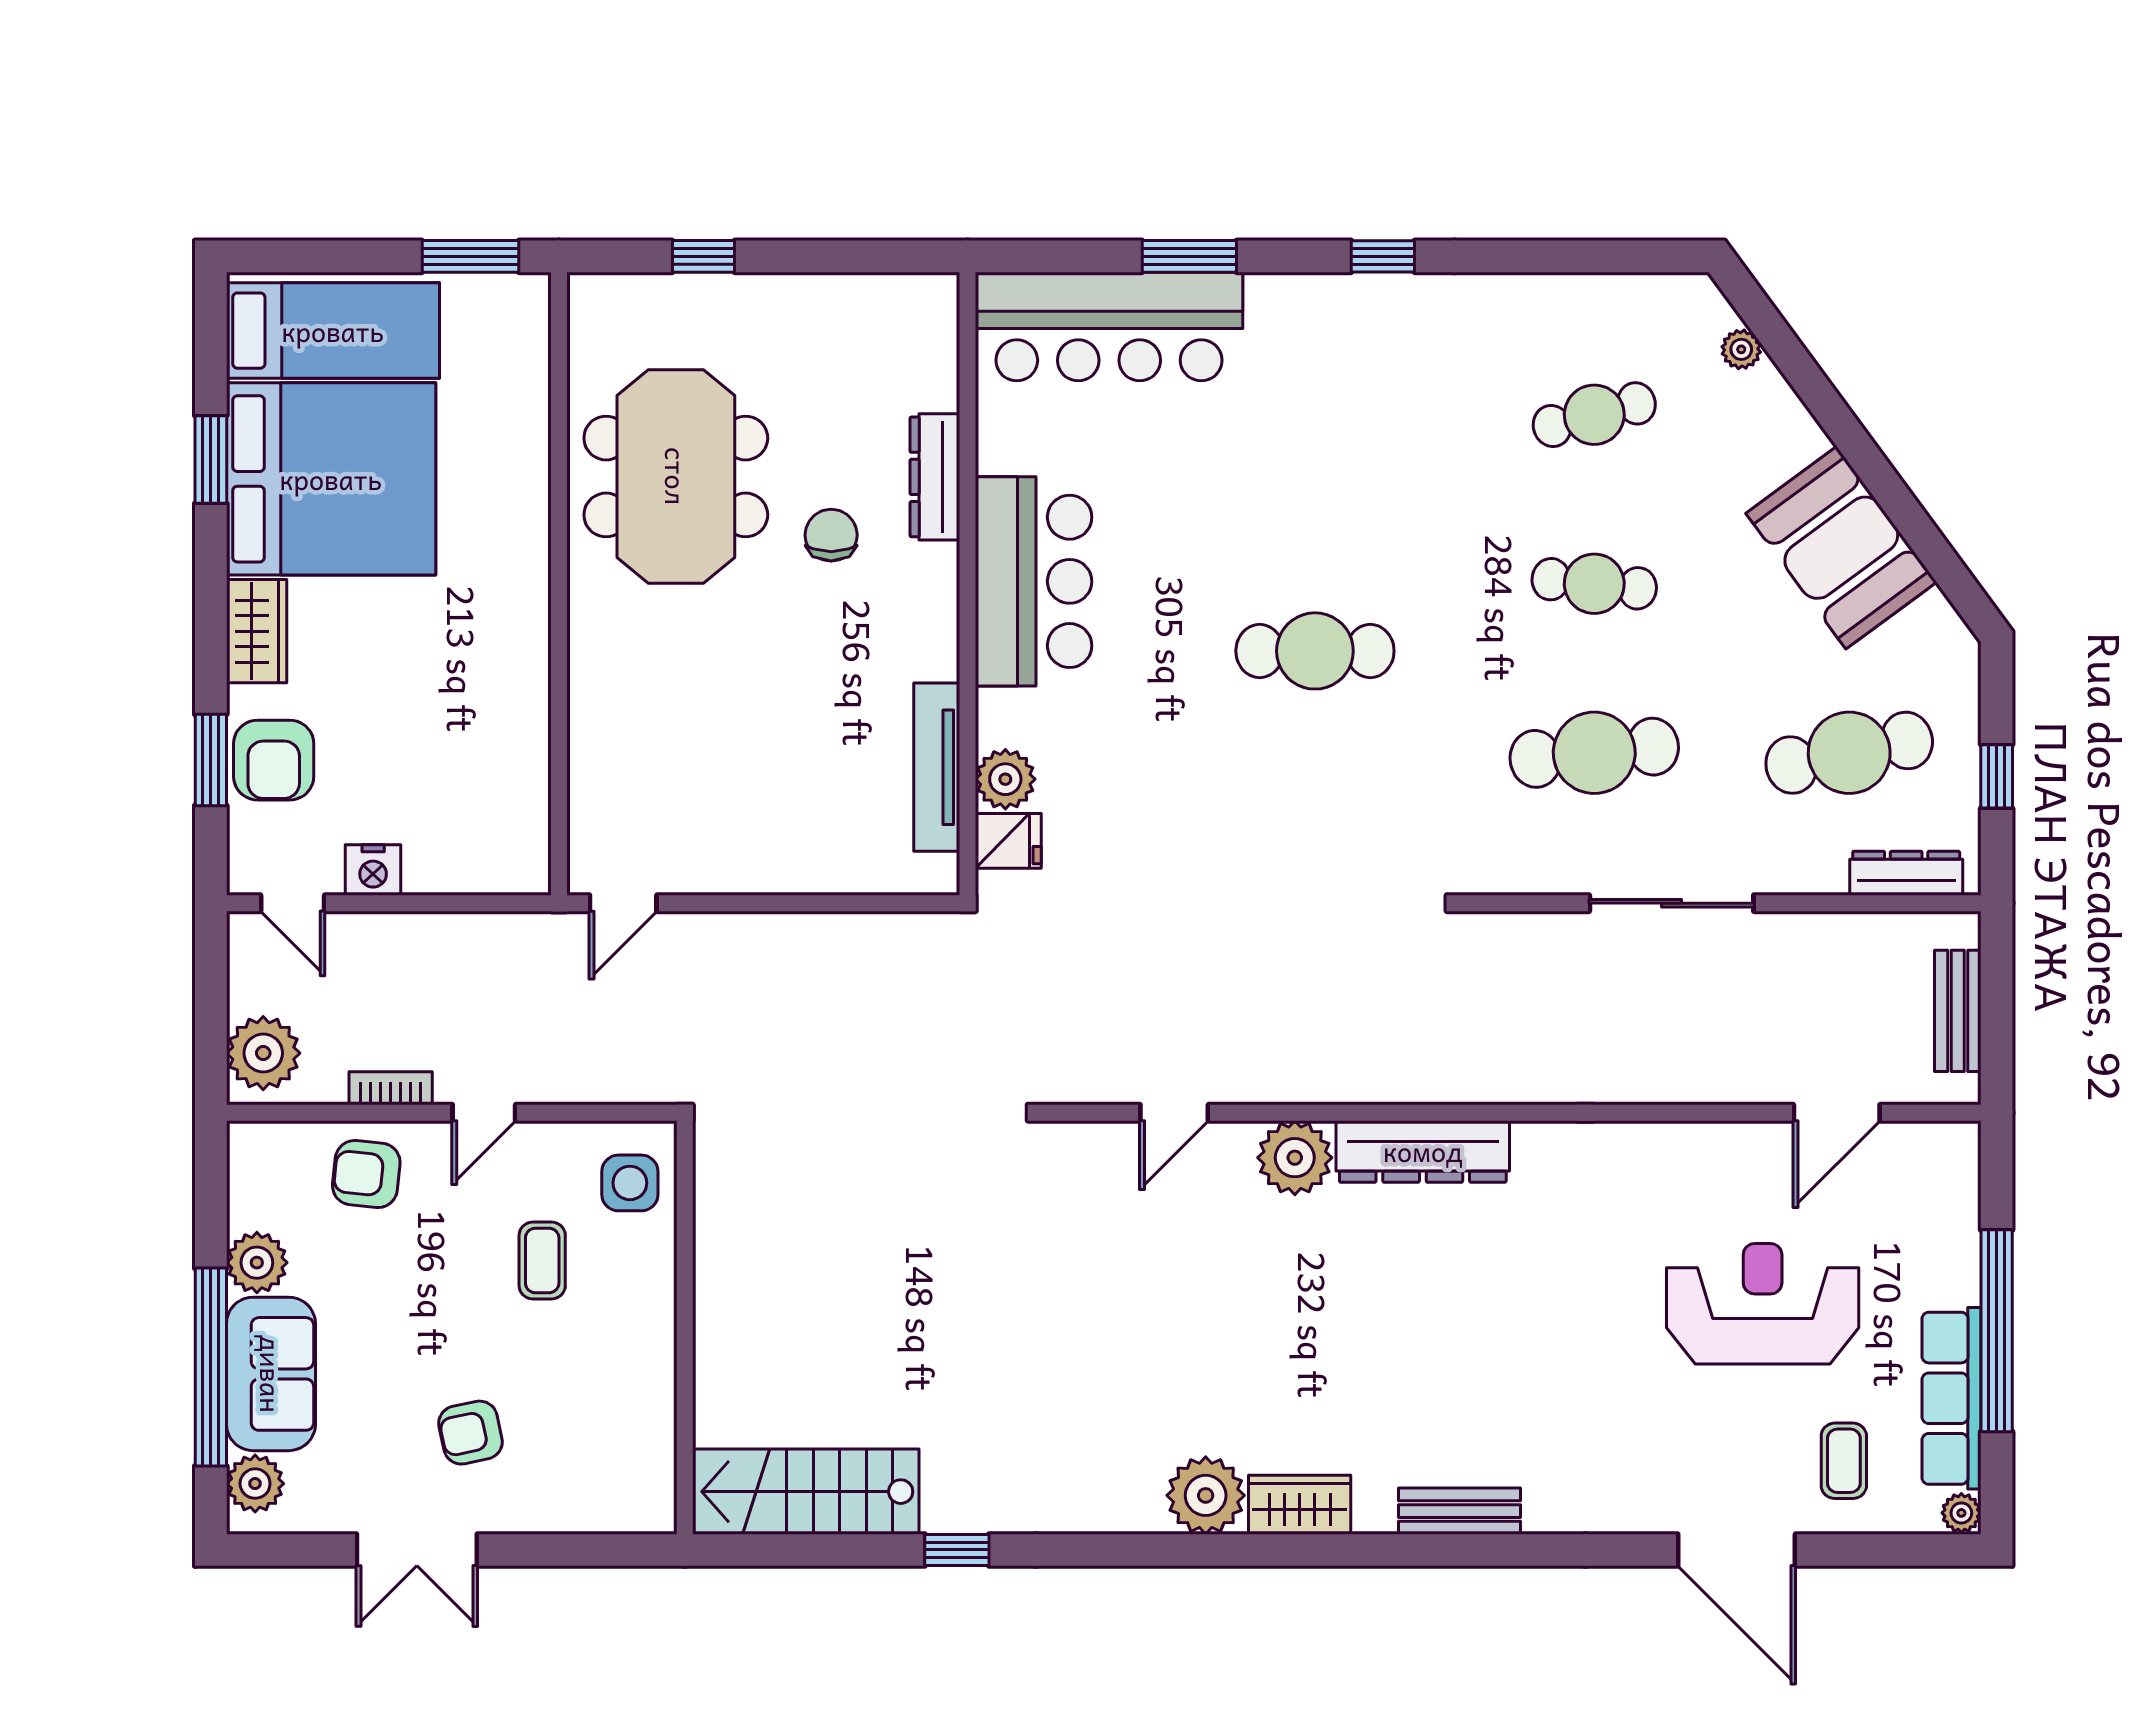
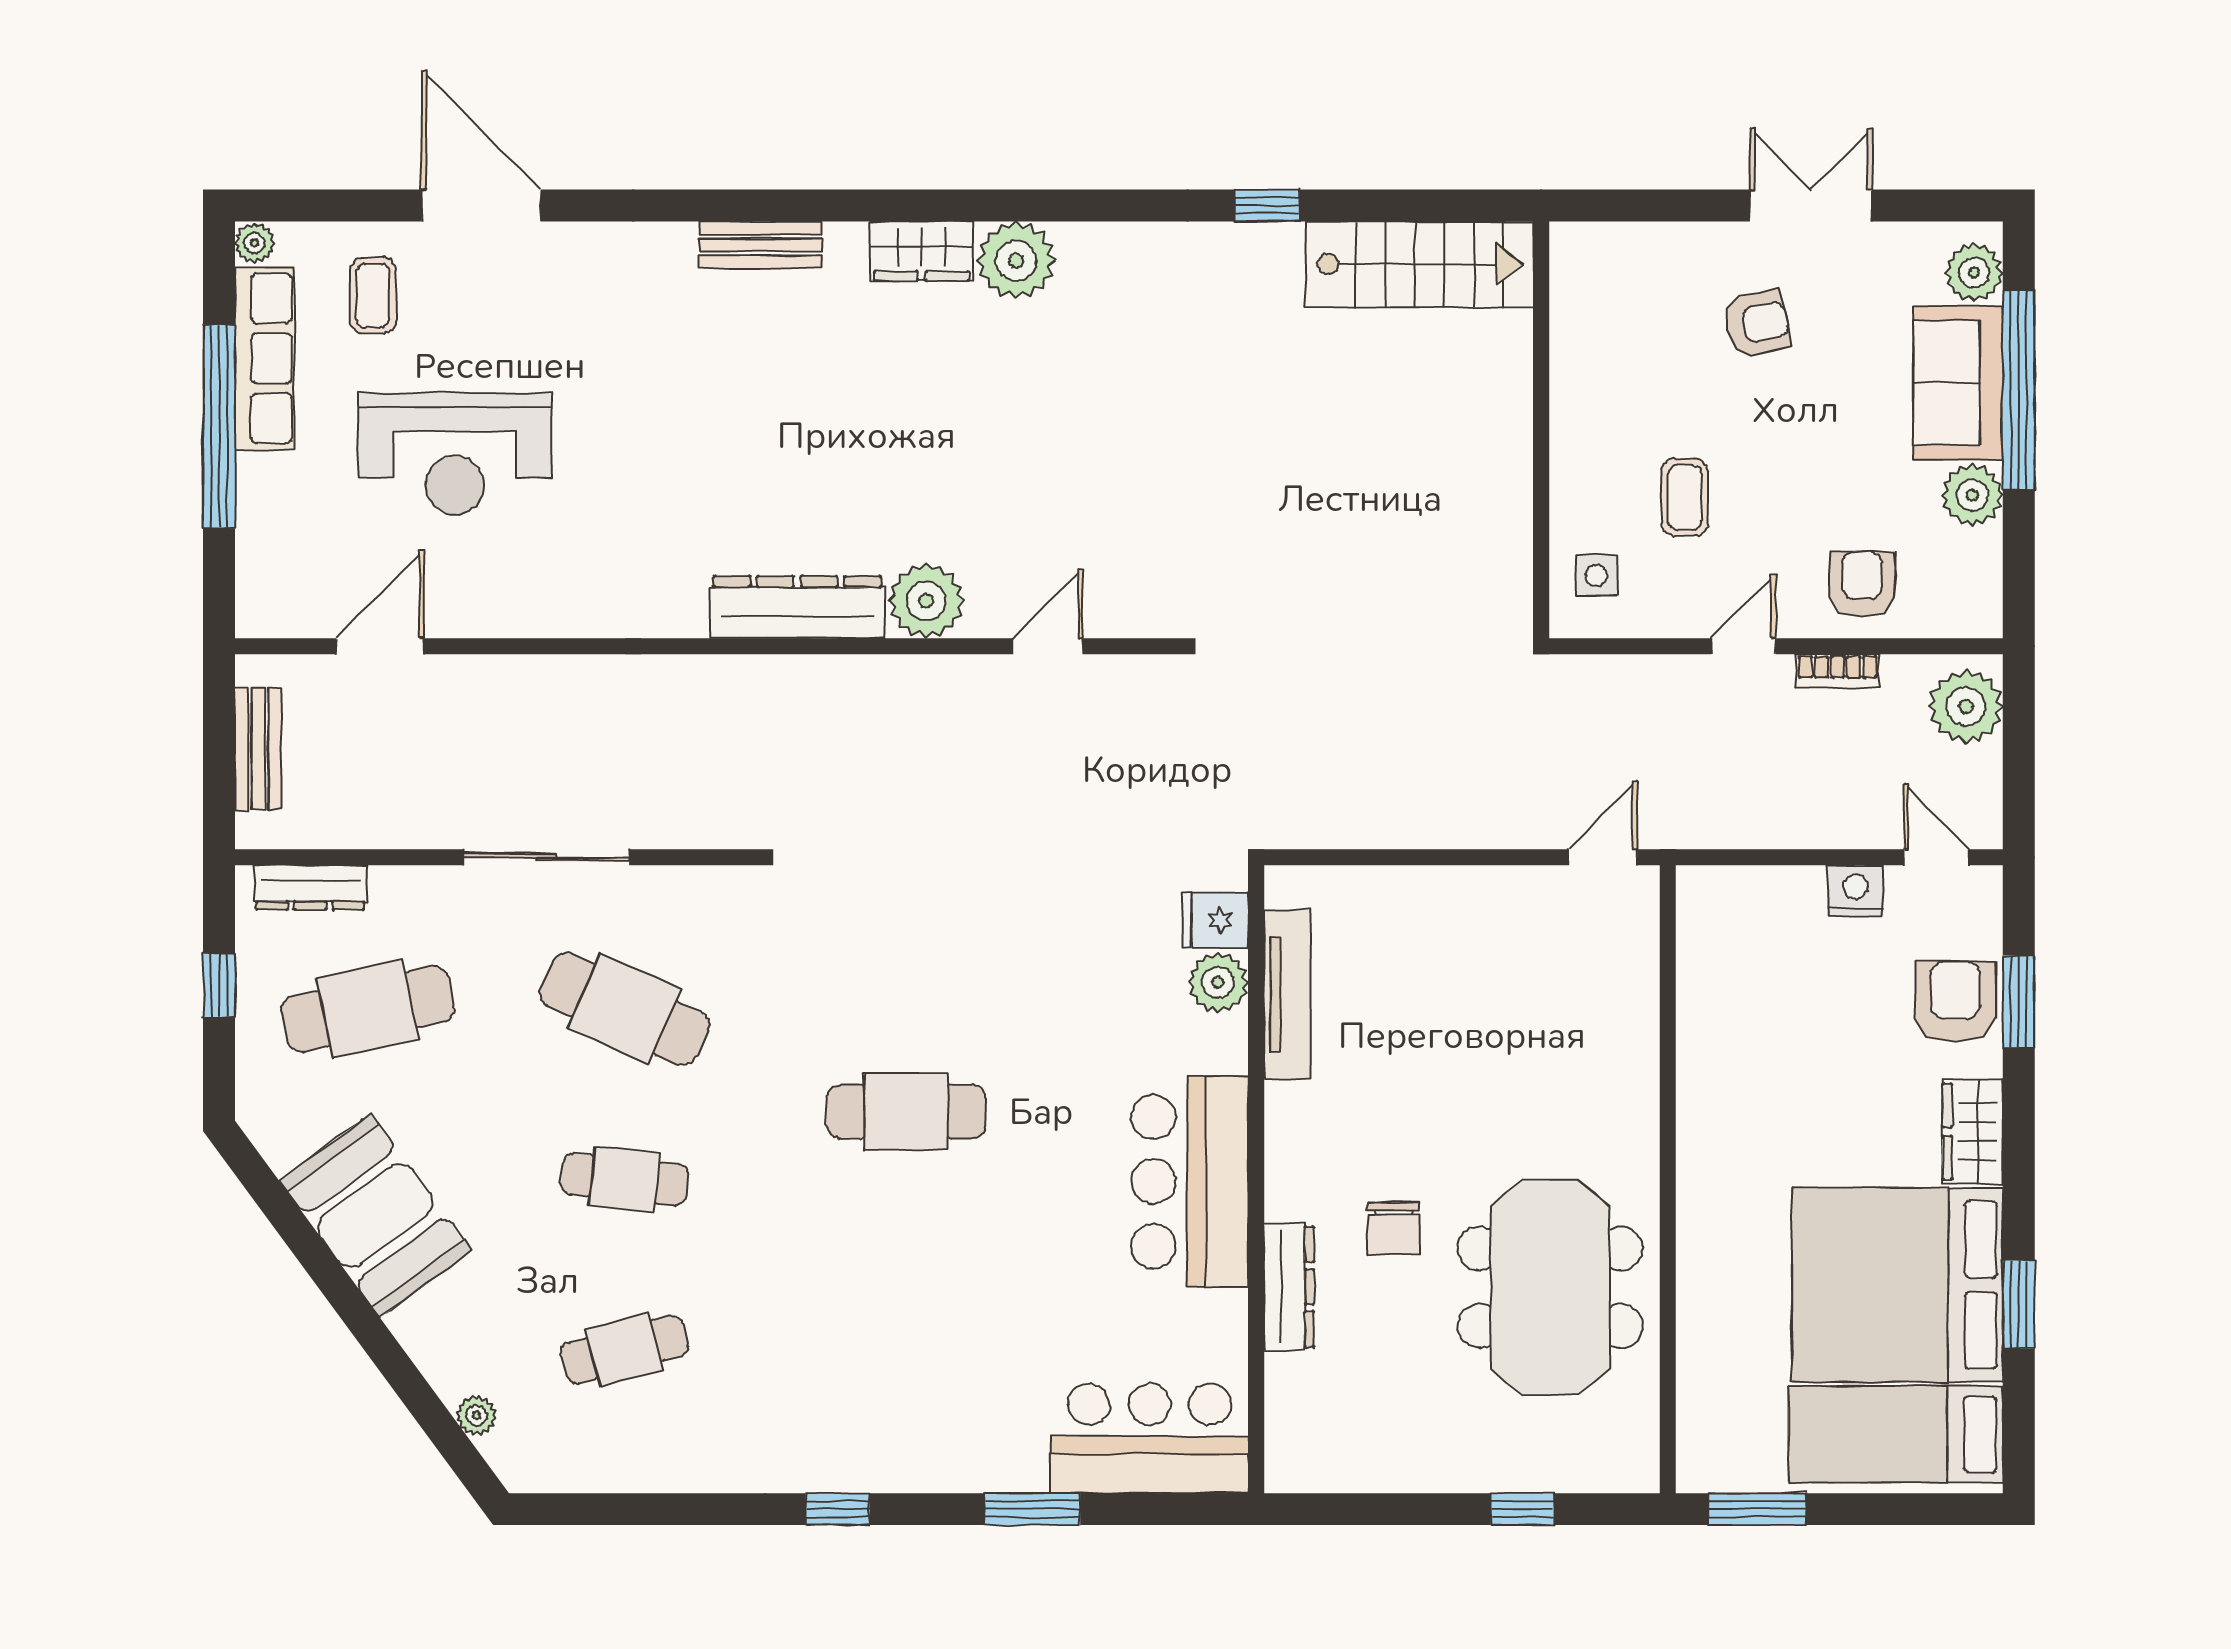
bar counter: (1109, 327) -> (1149, 1438), width x0.73
cafe table: (1594, 753) -> (625, 1009), turned 30
armchair: (366, 1174) -> (1862, 584), turned -96
side table: (630, 1183) -> (1596, 575), width x0.73, depth x0.73

